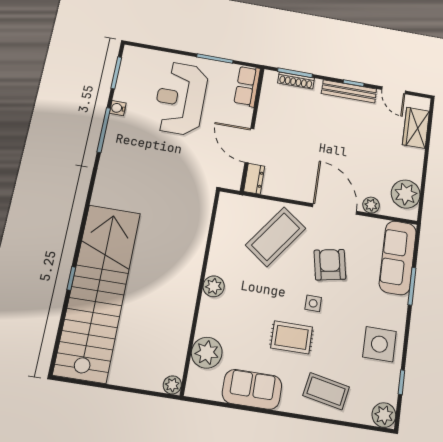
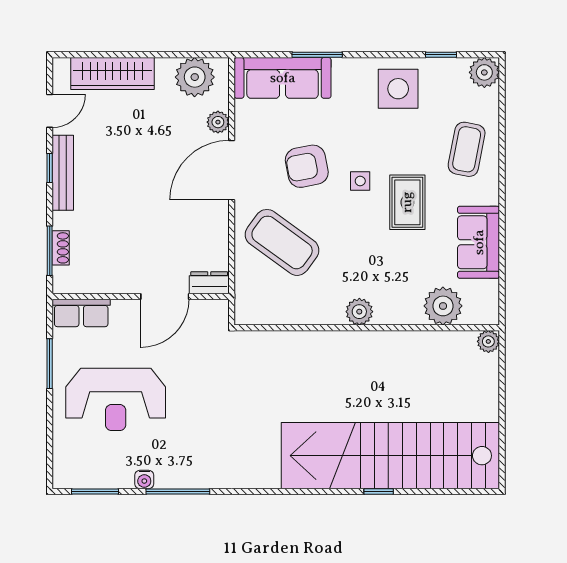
shoe rack: (296, 80) -> (61, 248), width x0.70
wardrobe: (416, 128) -> (113, 73), width x1.50

